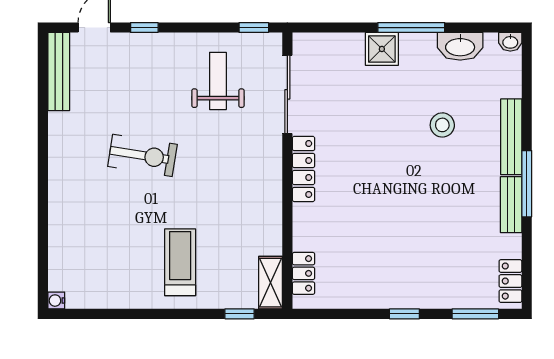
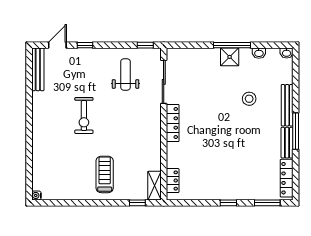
washbasin: (460, 46) -> (259, 53), width x0.52, depth x0.69
shower: (382, 49) -> (230, 57), moved
exercise bike: (142, 155) -> (84, 116), turned 81
locker: (510, 281) -> (287, 178), width x1.53

